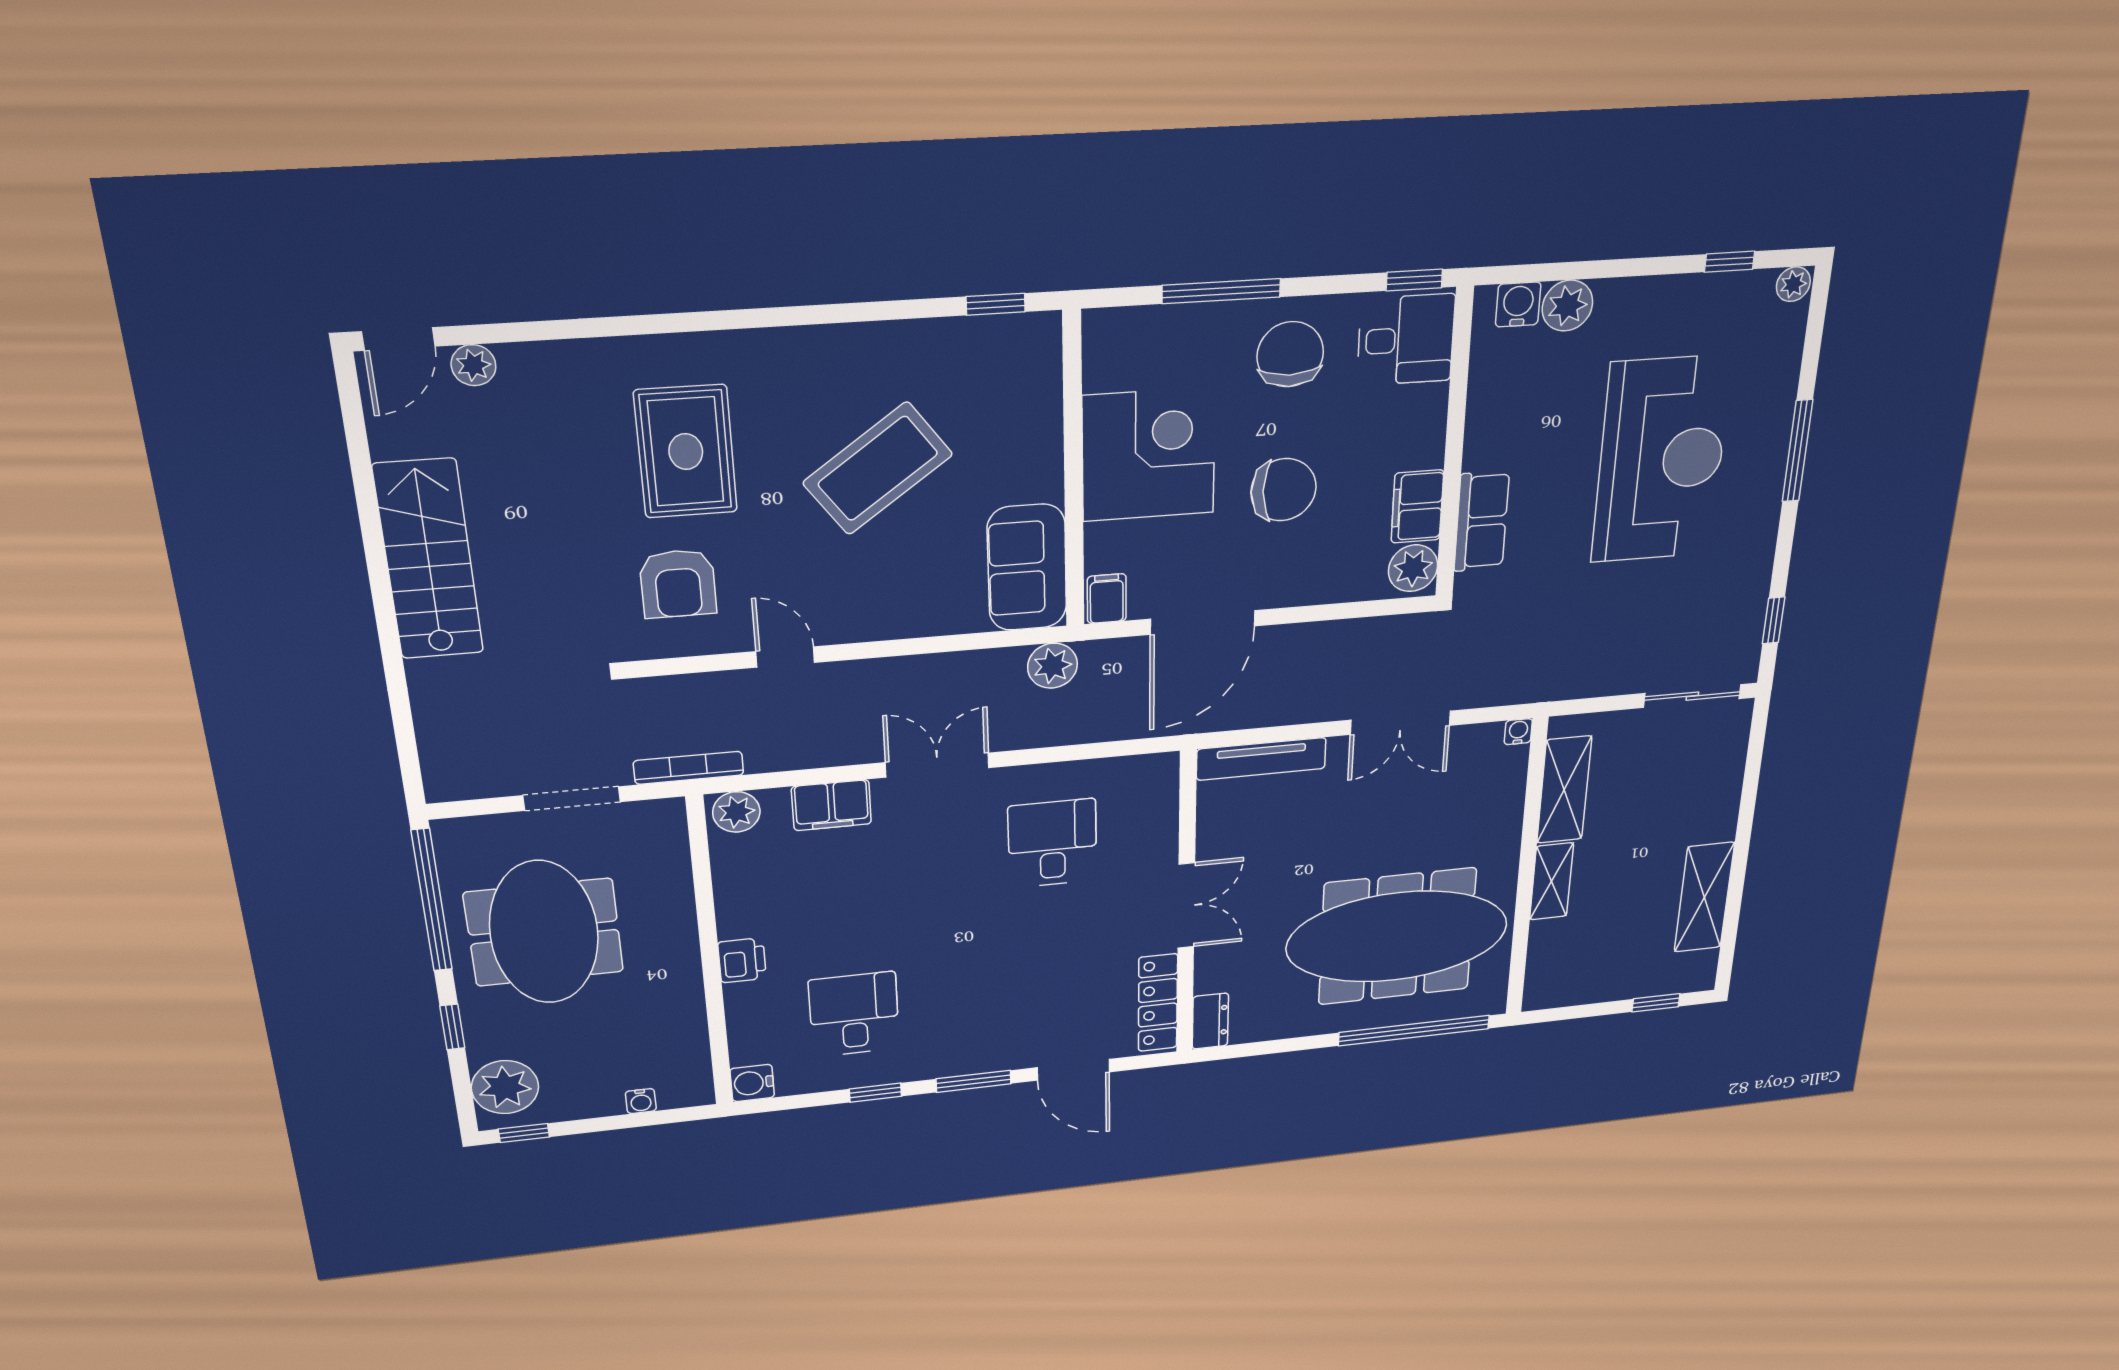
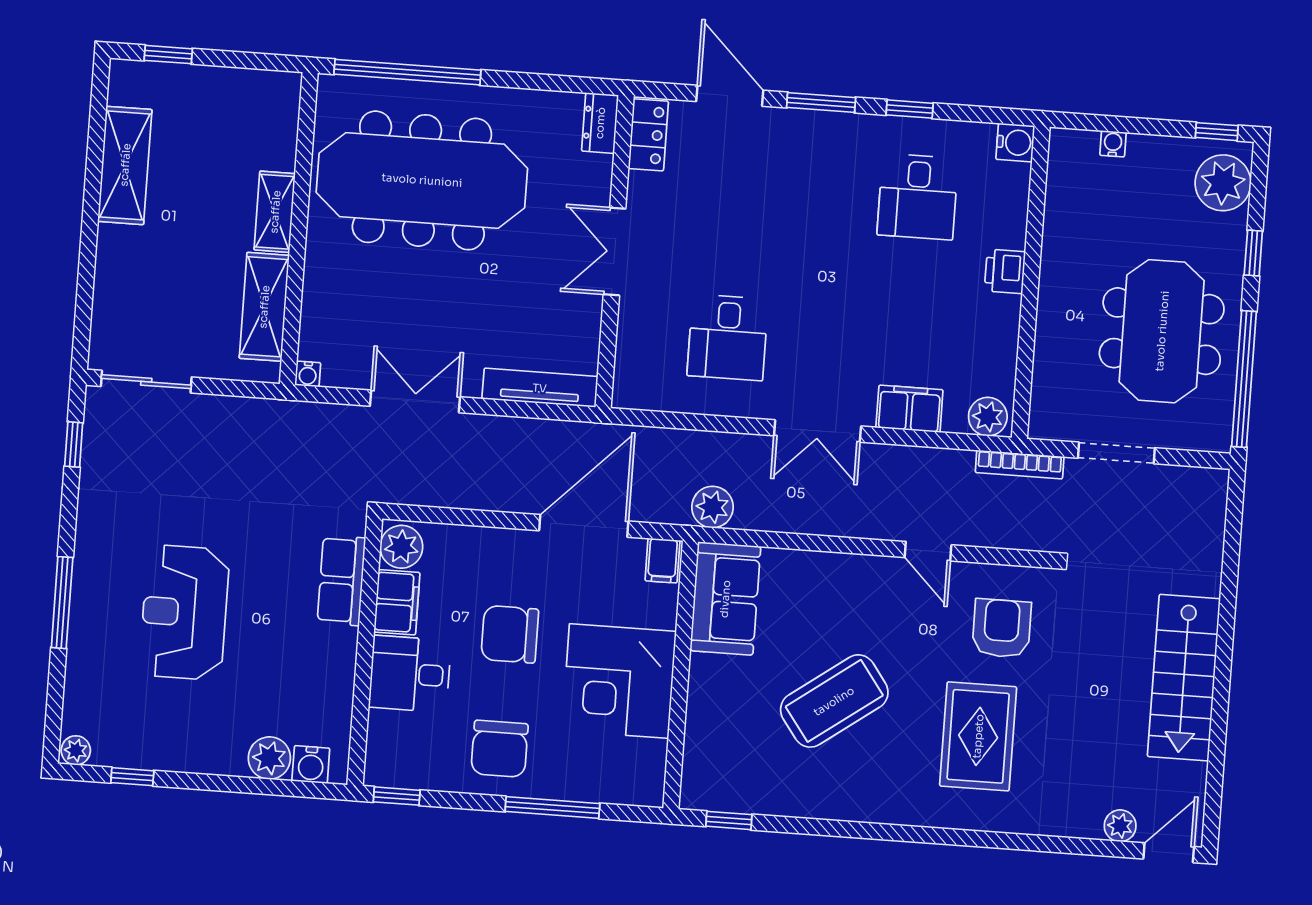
desk: (1406, 340) -> (410, 674), moved
reception desk: (1661, 460) -> (184, 613), width x0.74, depth x0.77
locker: (1158, 1003) -> (648, 135), width x0.66

